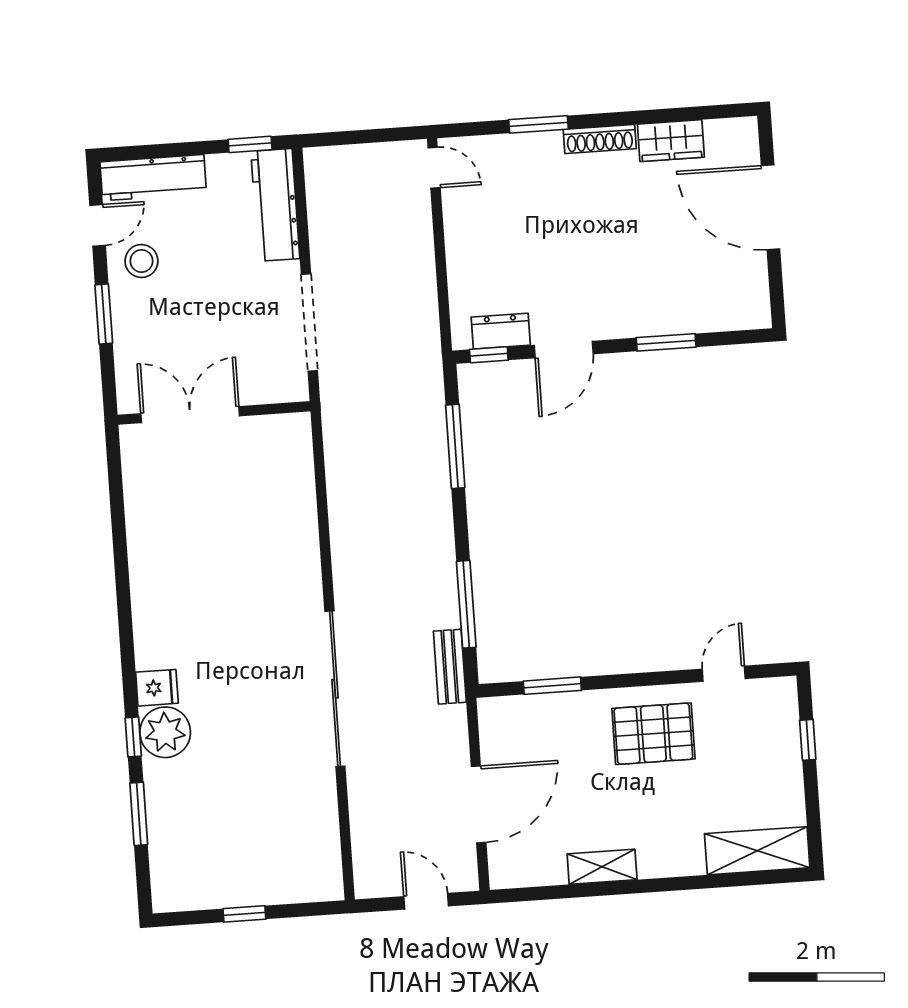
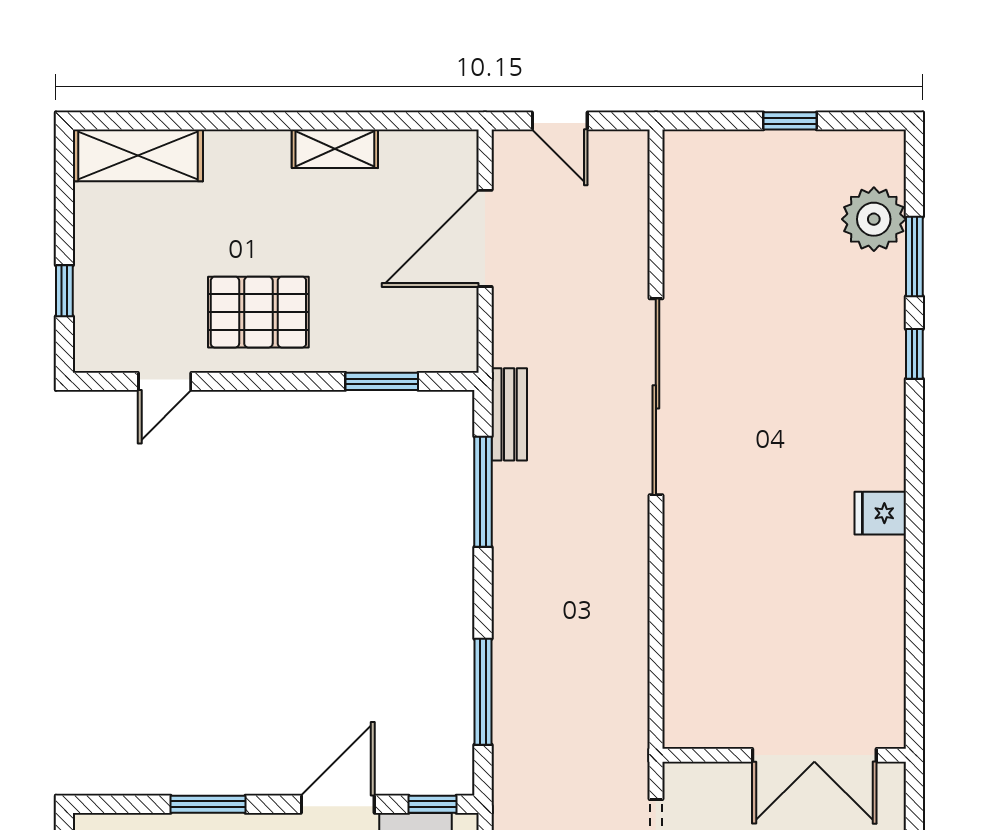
fridge: (157, 688) -> (880, 513), moved
plant: (165, 732) -> (874, 219), moved

